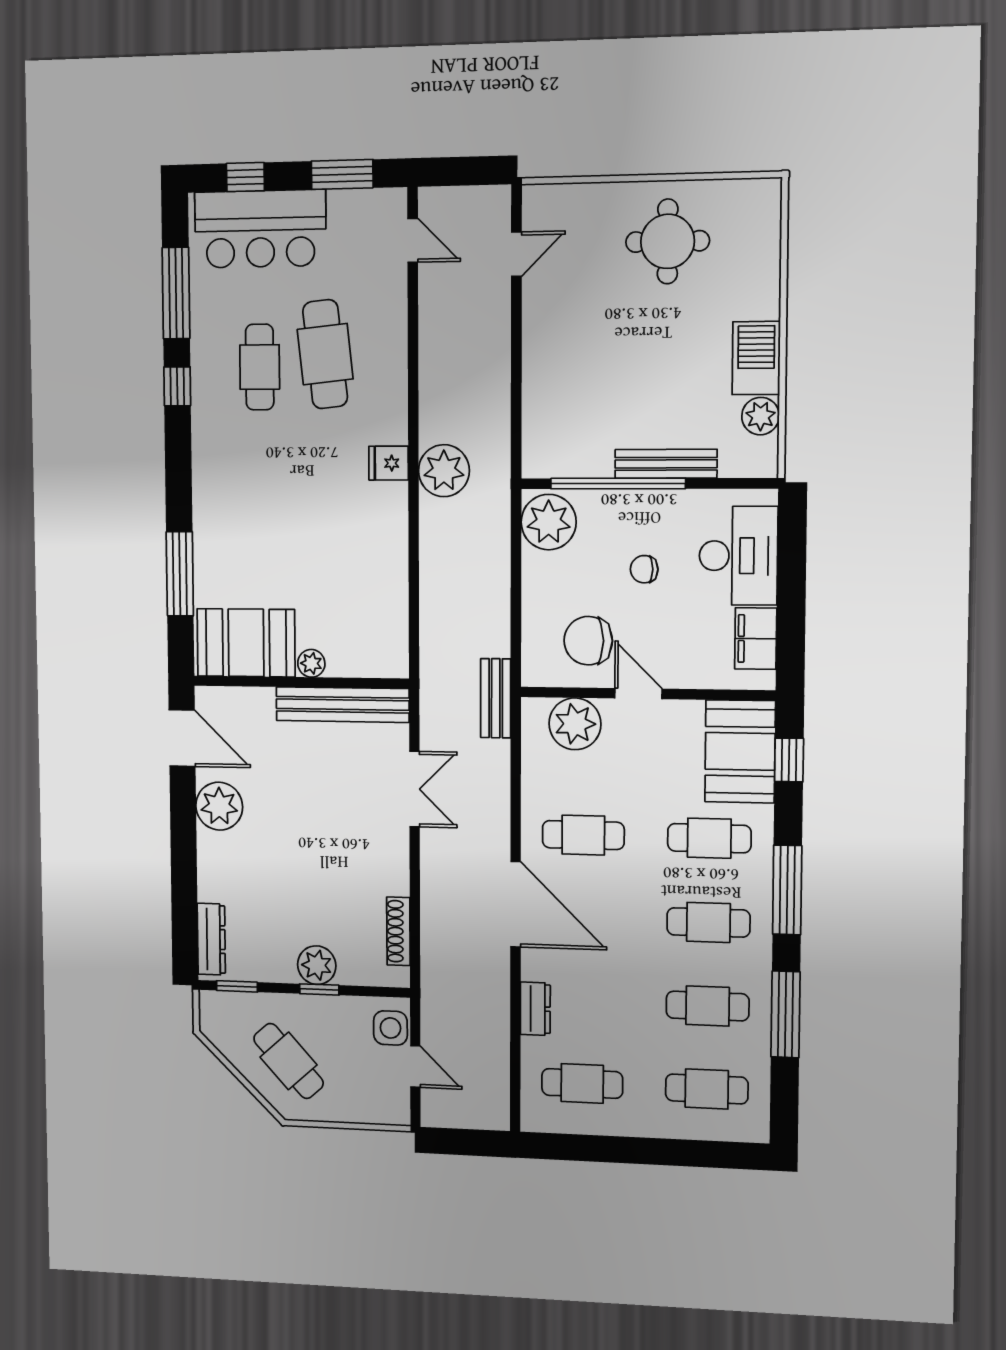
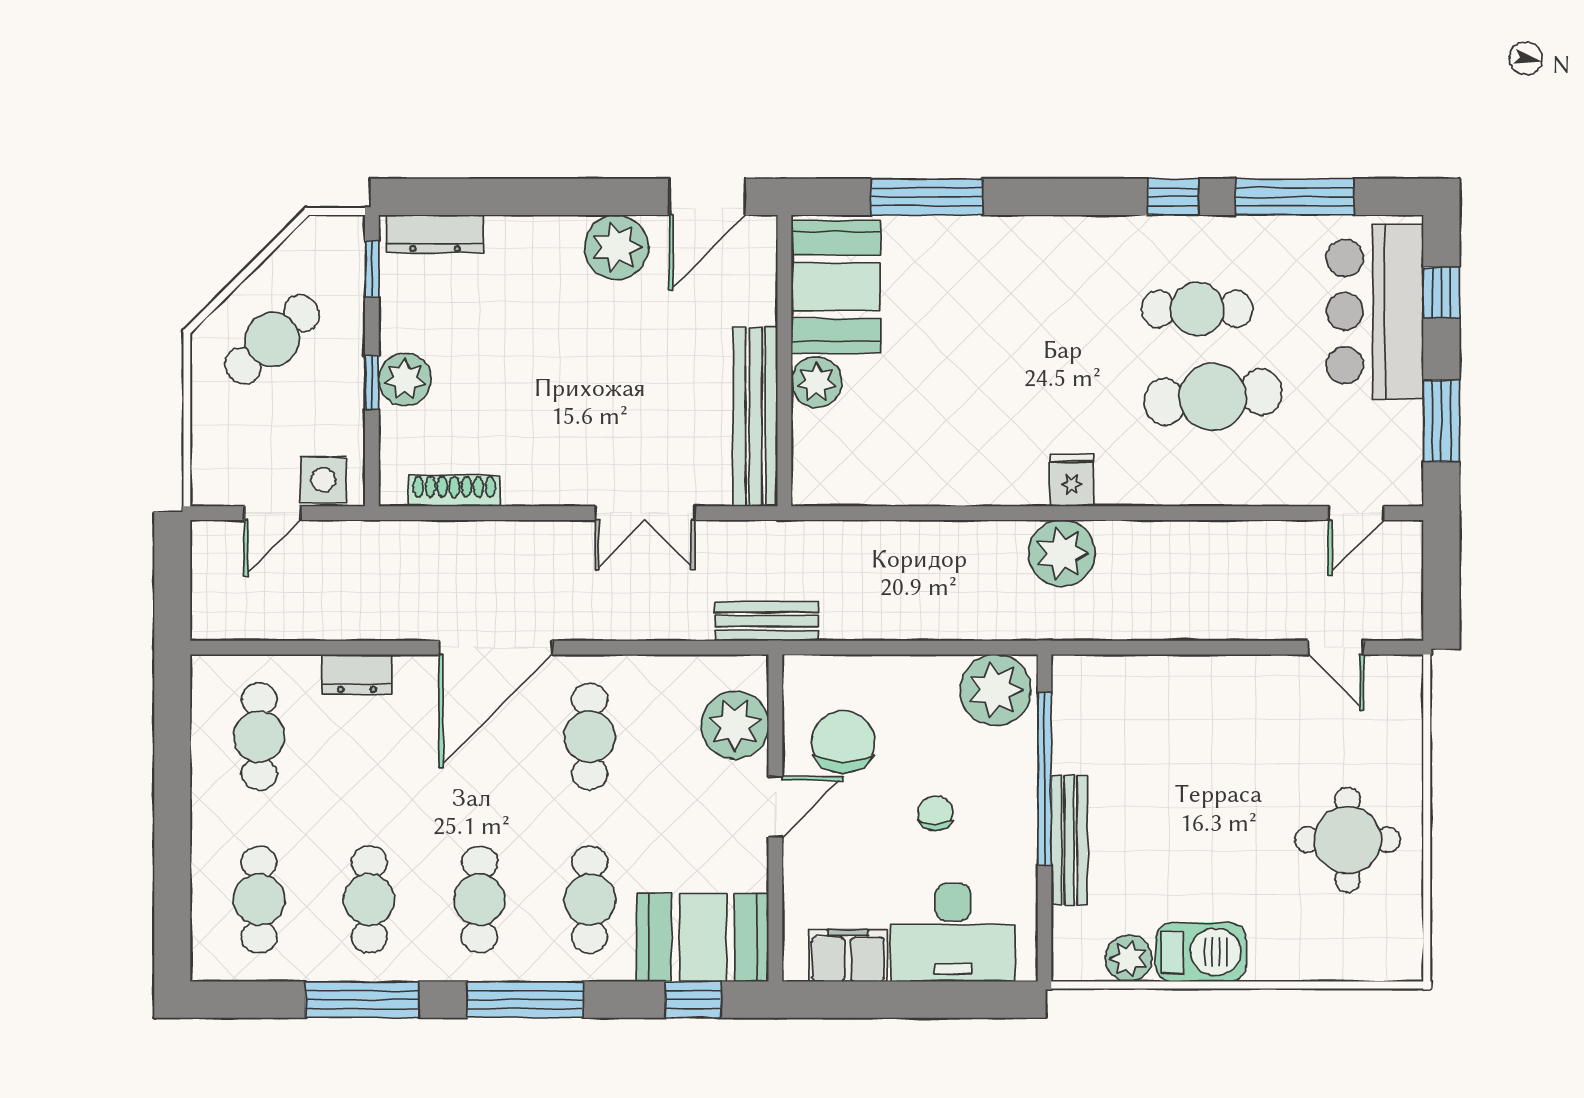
plant: (311, 663) -> (816, 382), width x1.38, depth x1.38

